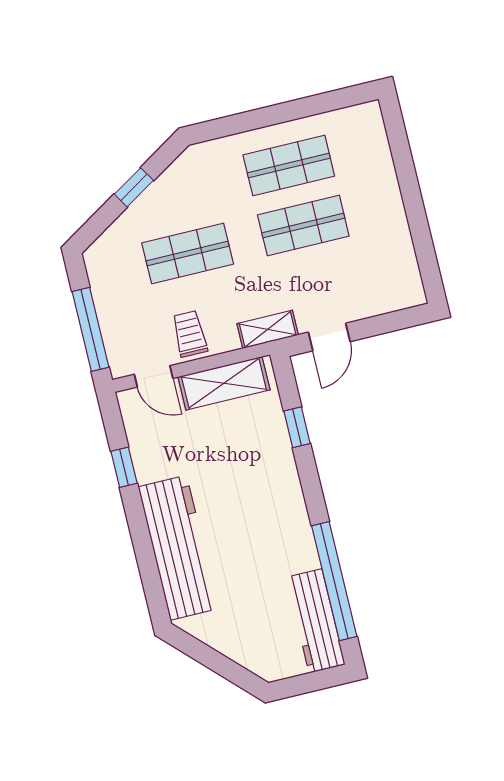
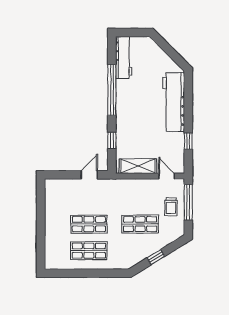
shelving: (268, 329) -> (114, 184), removed
trolley: (190, 334) -> (171, 207), moved
window: (334, 581) -> (112, 90), moved

